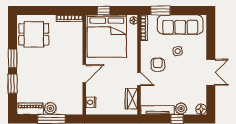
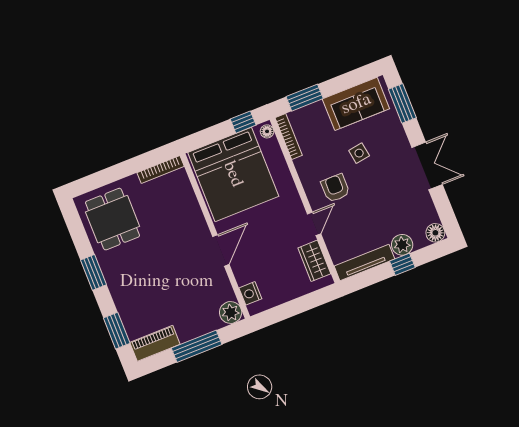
window: (104, 11) -> (243, 122), moved
sofa: (180, 25) -> (356, 104), width x0.73
dining table: (34, 34) -> (113, 219), turned 90
window: (211, 34) -> (402, 103), added
door: (139, 79) -> (314, 224), hinge flipped
window: (13, 84) -> (117, 331), moved
plant: (50, 108) -> (231, 312), moved

